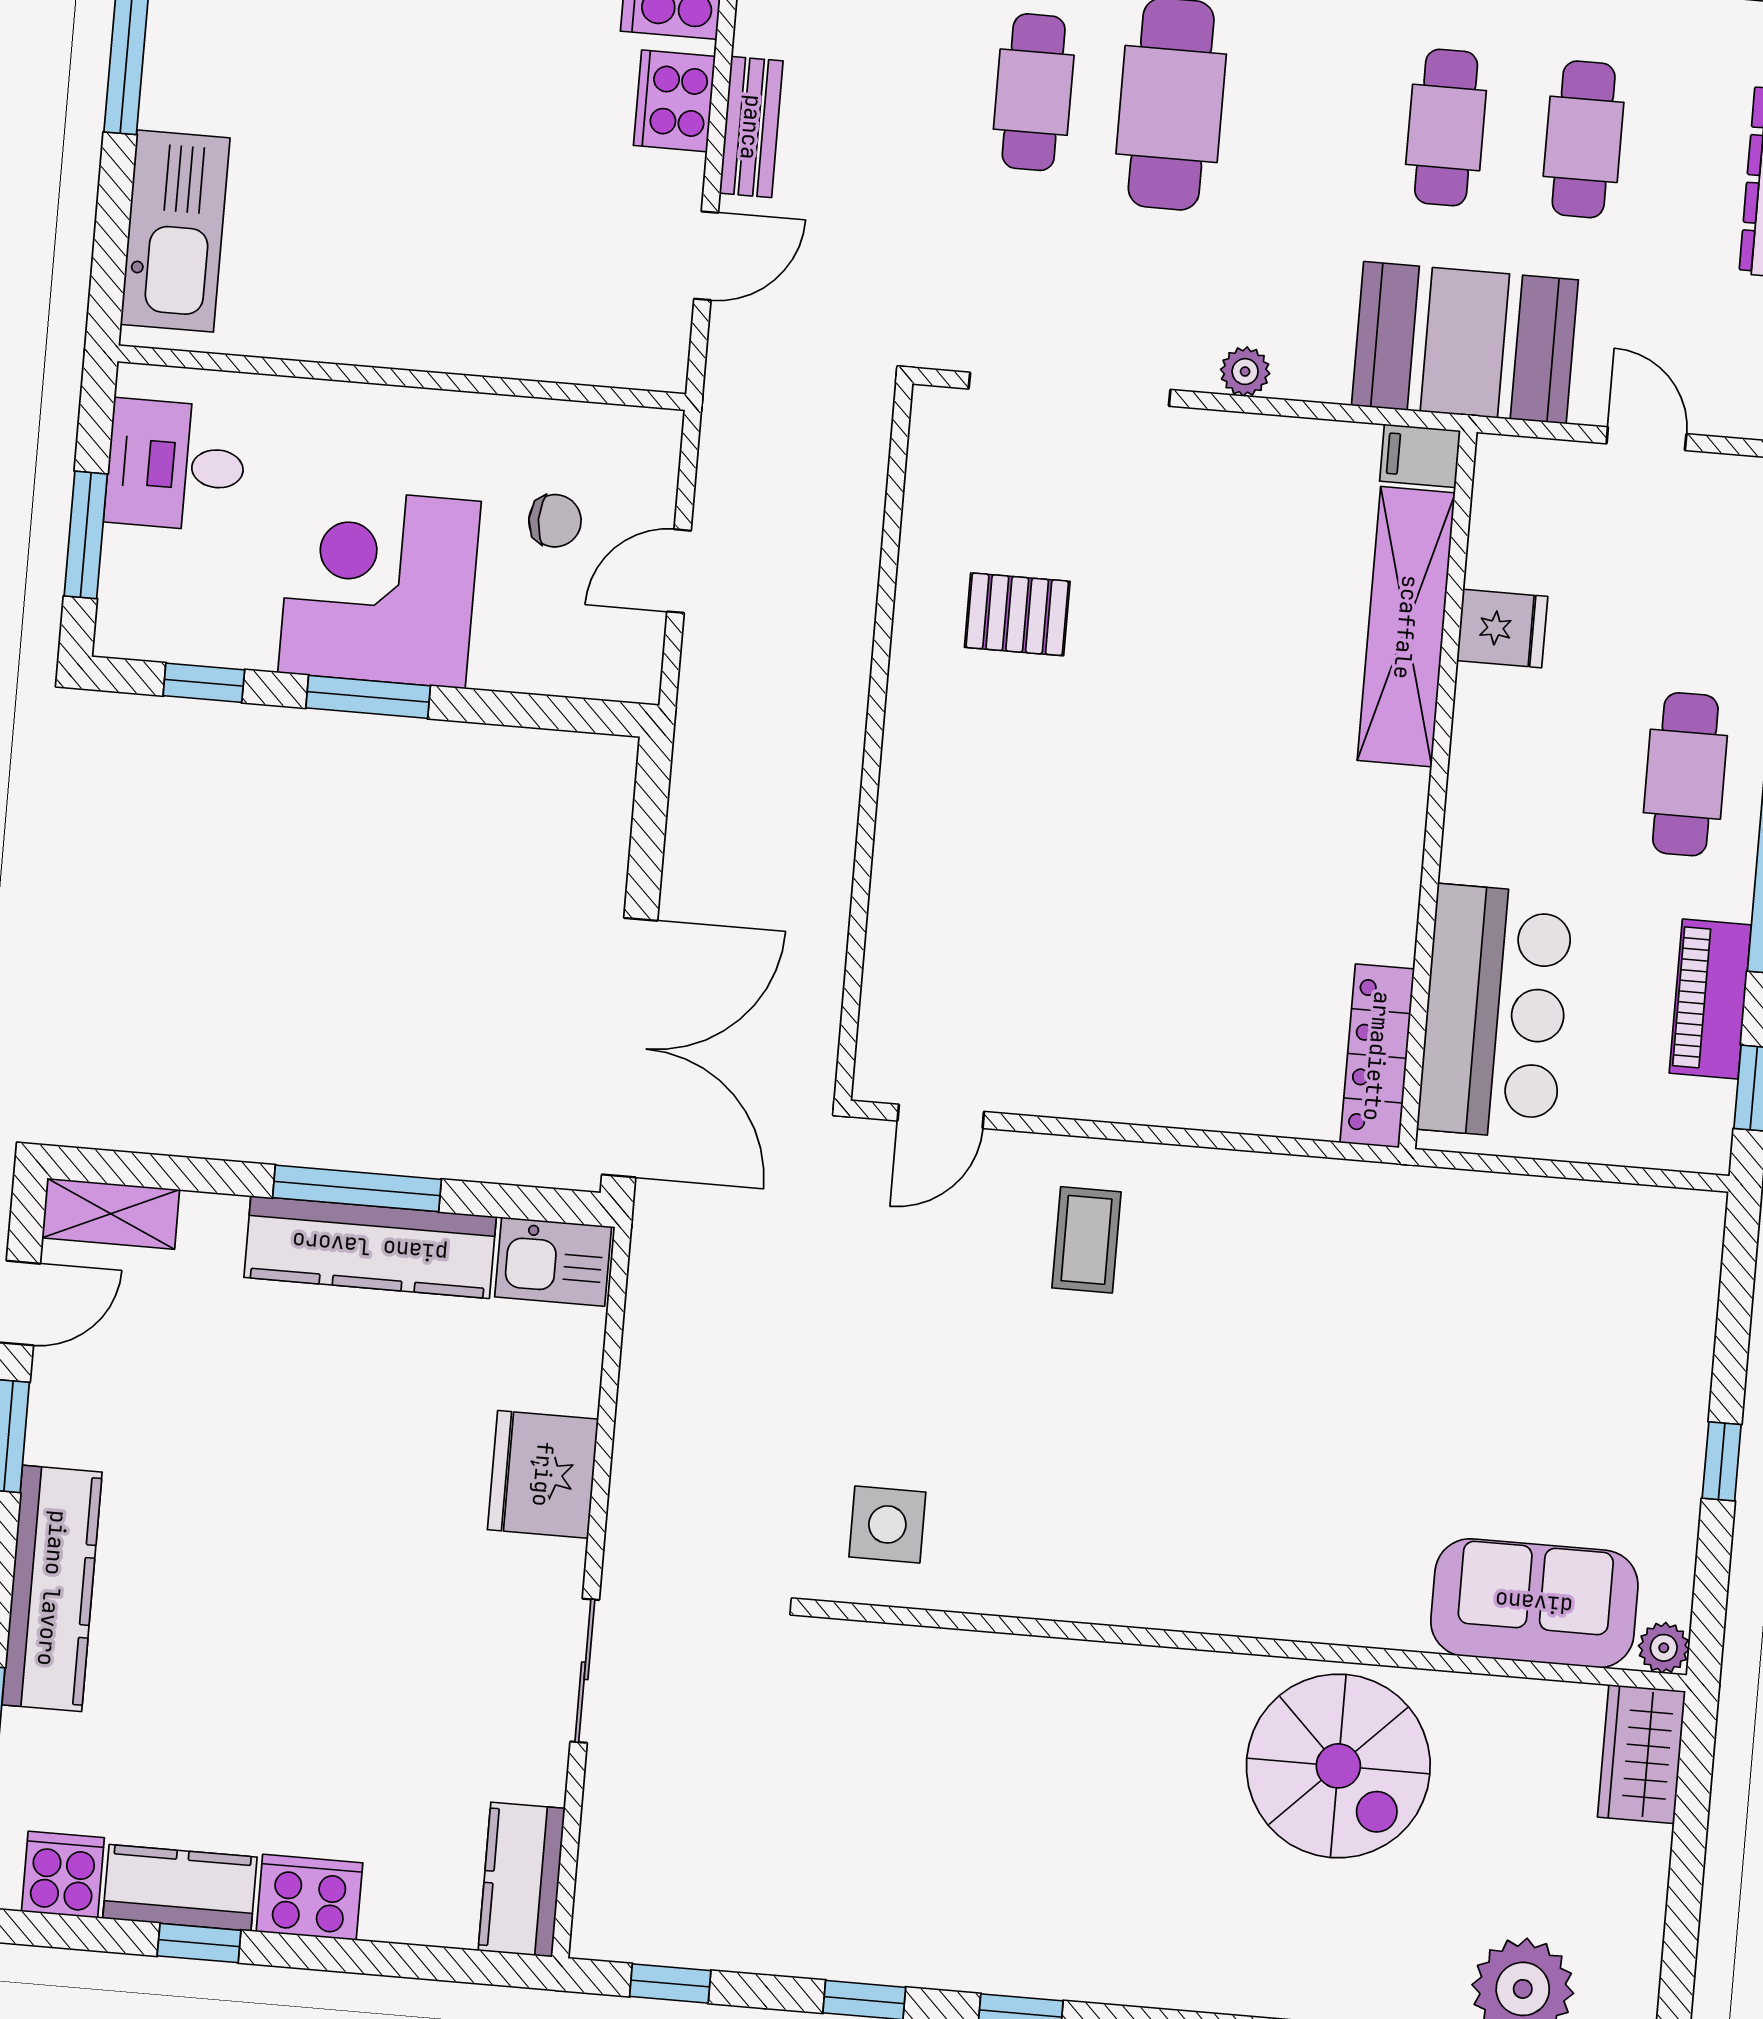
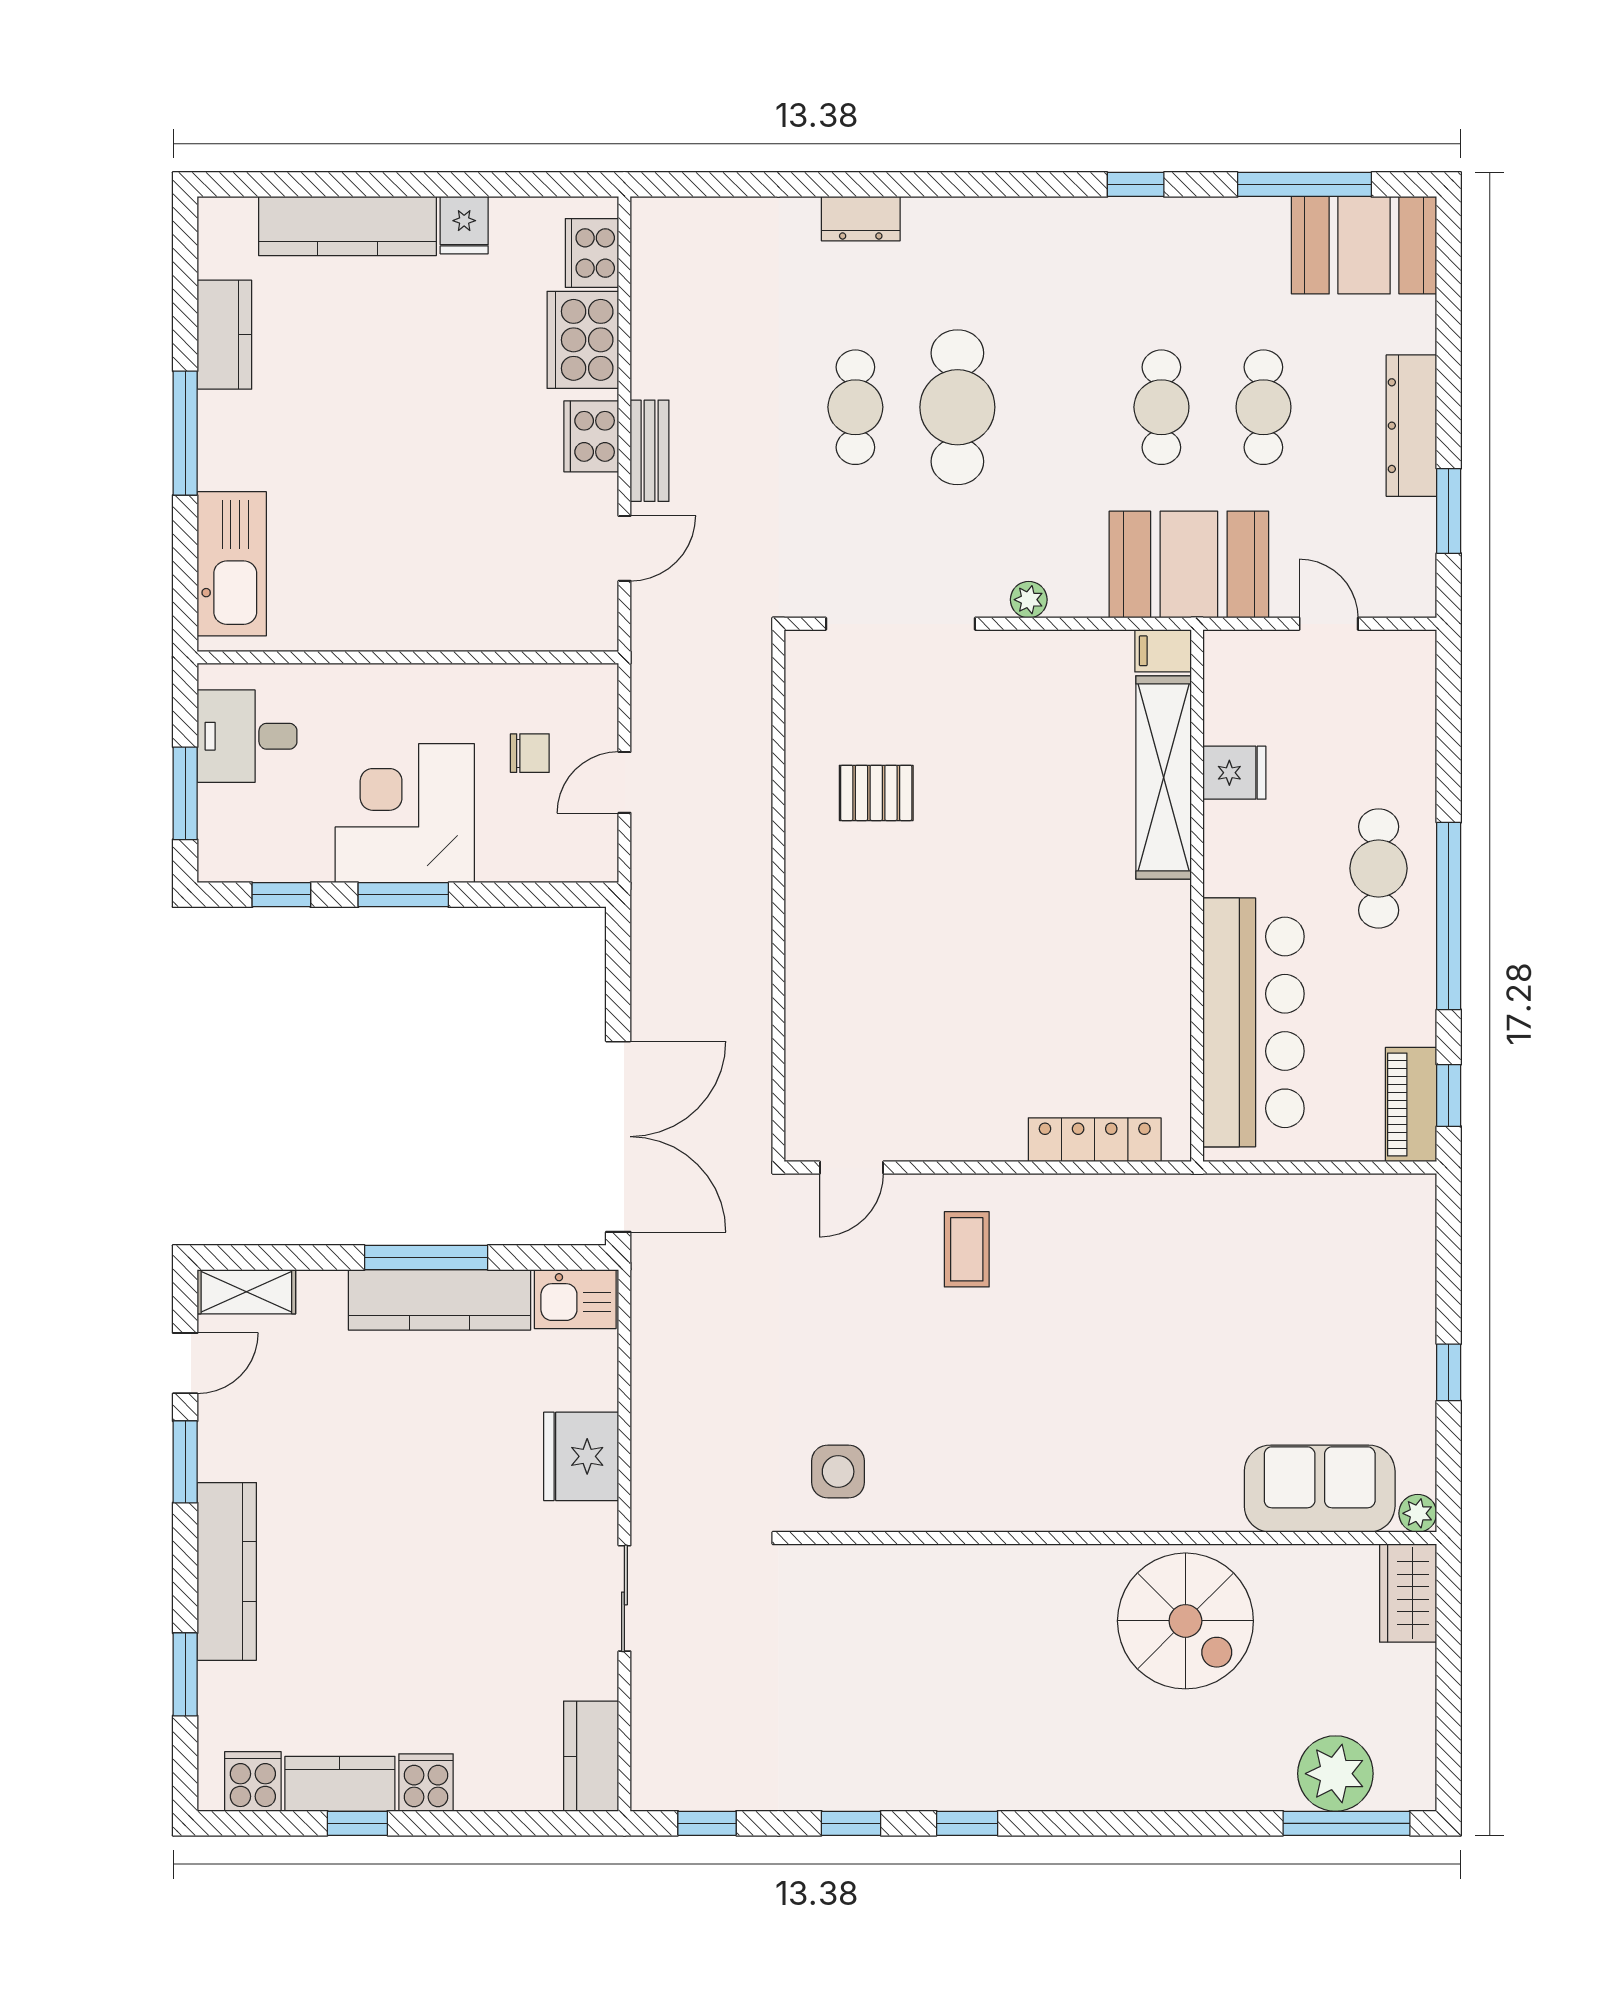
piano: (1710, 999) -> (1411, 1105), moved
bar counter: (1495, 1012) -> (1254, 1022), width x1.36
locker: (1377, 1056) -> (1095, 1140), moved, turned 90
cooker: (309, 1897) -> (426, 1783), width x0.73

